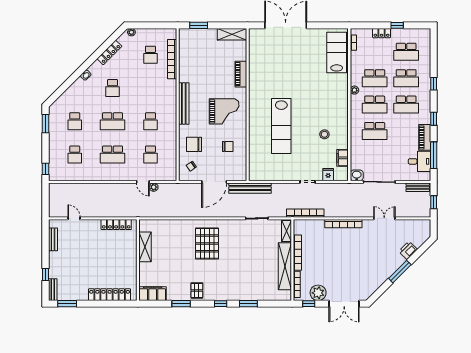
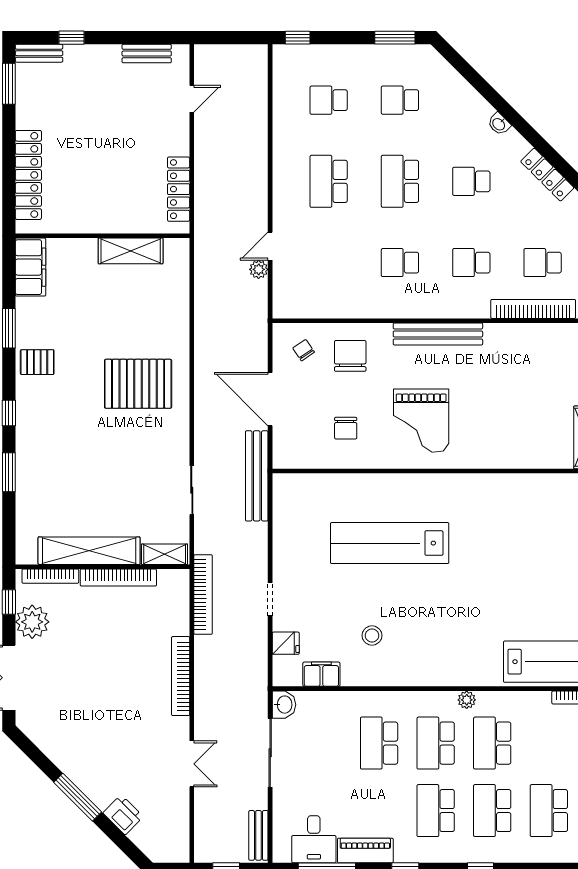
piano: (241, 74) -> (501, 456), removed
school desk: (150, 154) -> (471, 263), moved

